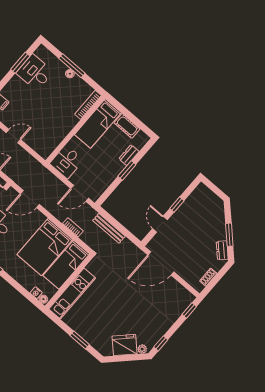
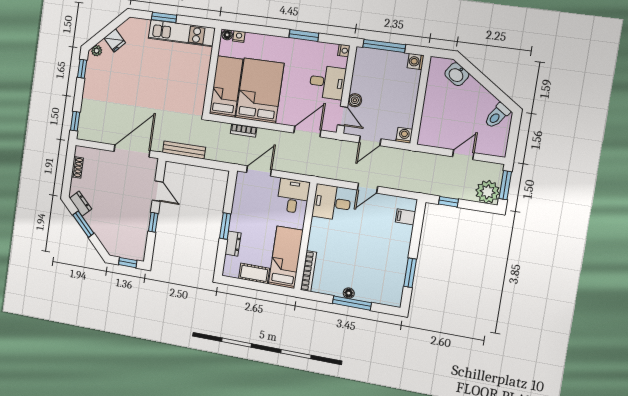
desk: (35, 72) -> (332, 203), moved, turned 180
window: (213, 188) -> (128, 263), added
bench: (109, 228) -> (184, 150), moved
kitchen unit: (72, 294) -> (182, 33), moved, turned -90
fridge: (125, 345) -> (115, 40), width x0.53, depth x0.75

